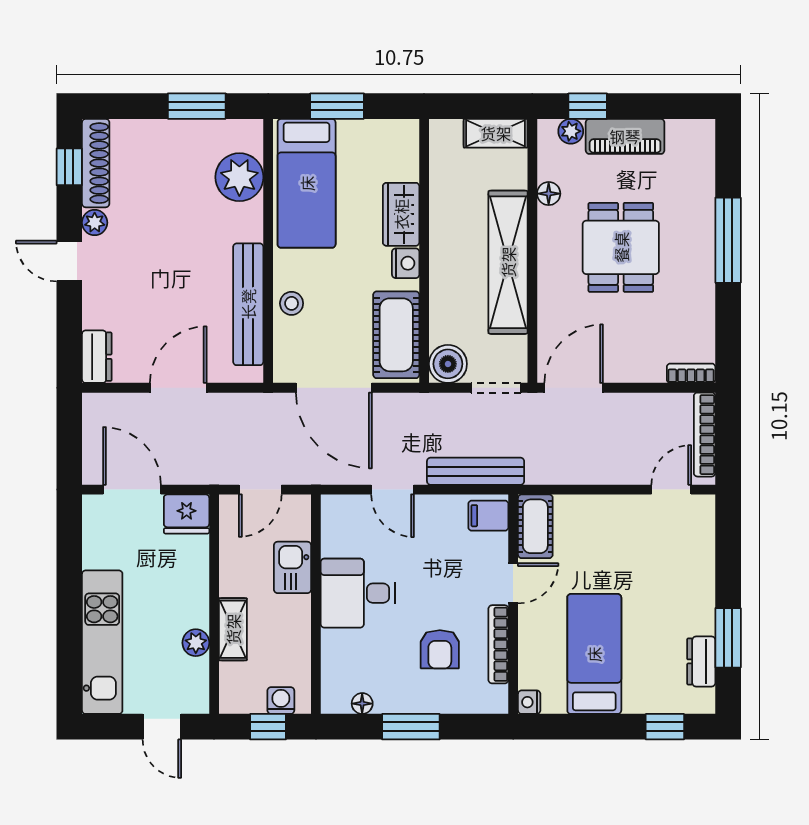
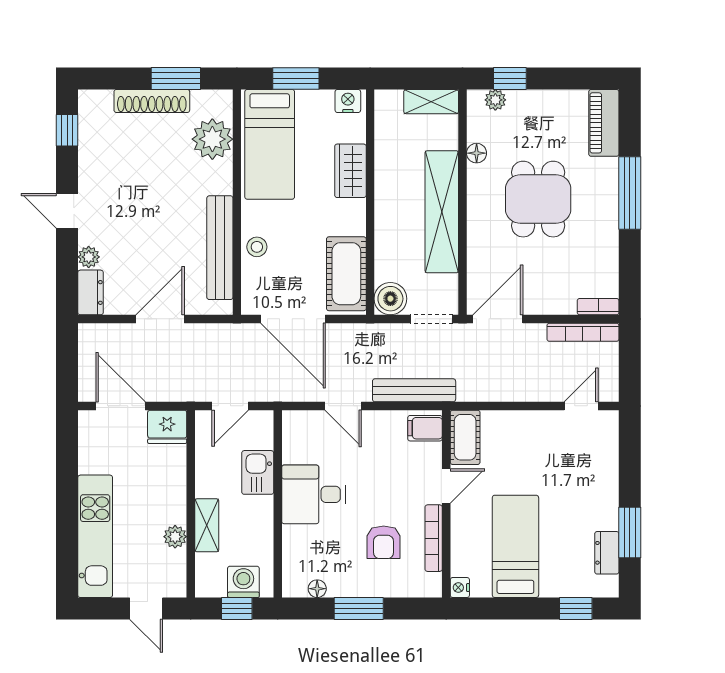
piano: (625, 136) -> (604, 123), moved, turned 90
shoe rack: (96, 163) -> (152, 101), moved, turned 90
plant: (95, 223) -> (89, 257), moved
nightstand: (406, 263) -> (348, 101), moved, turned -90
bookcase: (705, 435) -> (583, 332), moved, turned -90
washing machine: (281, 701) -> (243, 582), width x1.38, depth x1.38

